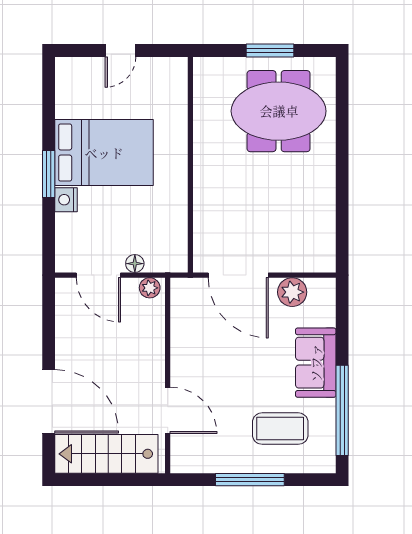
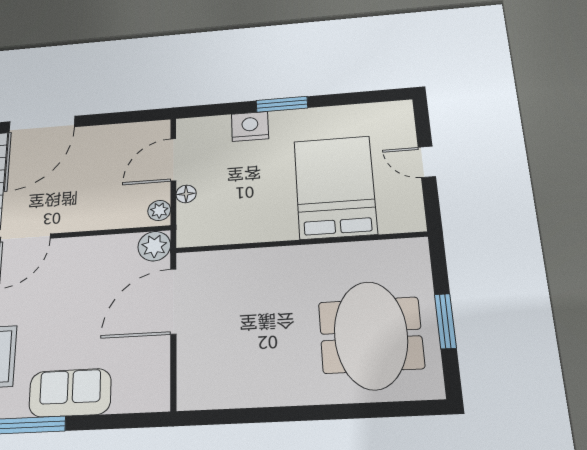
bed: (104, 153) -> (335, 187), moved, turned 180
nightstand: (66, 200) -> (250, 126), width x1.36, depth x1.33
plant: (292, 292) -> (154, 246), moved

